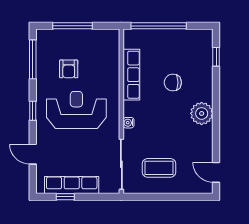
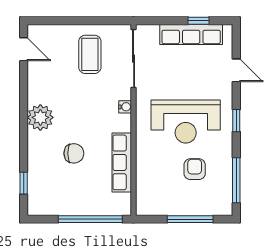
coffee table: (159, 168) -> (90, 54), turned 90

